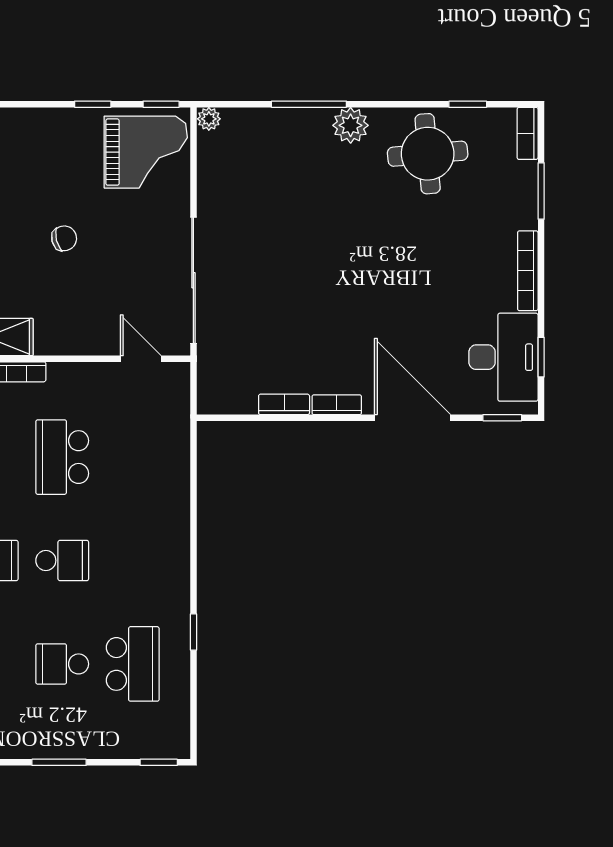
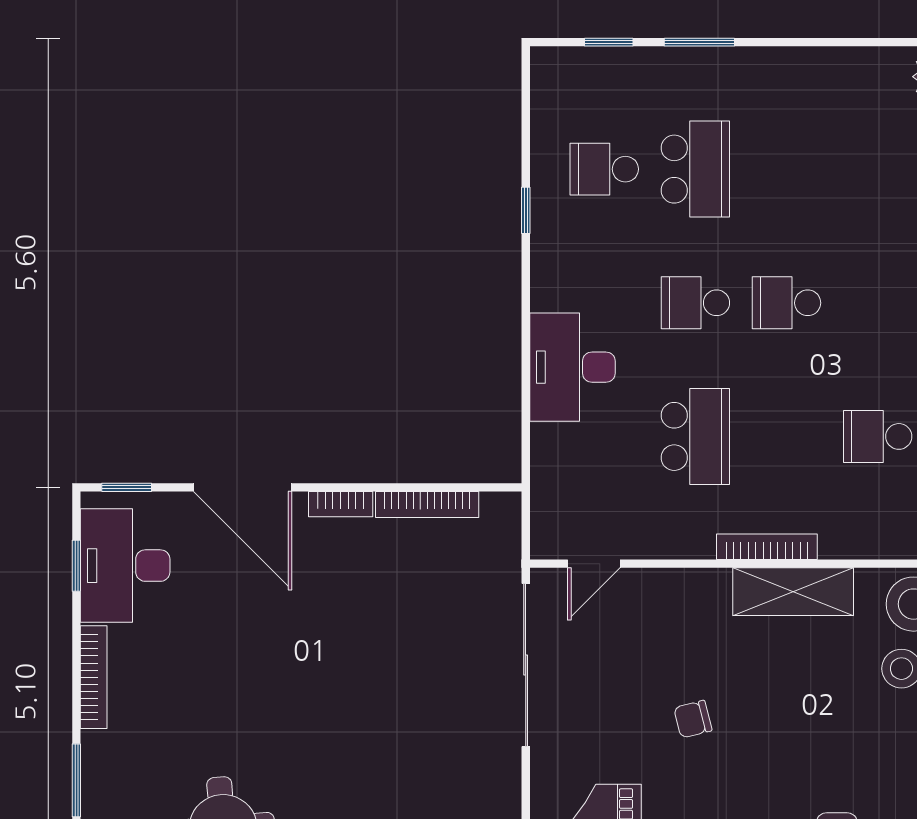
door: (141, 359) -> (594, 564), hinge flipped
bookcase: (284, 404) -> (427, 505), width x1.56
desk: (157, 511) -> (572, 367), added
school desk: (62, 664) -> (695, 169), width x1.85
school desk: (133, 664) -> (604, 169), width x0.54
window: (159, 762) -> (609, 42), moved

